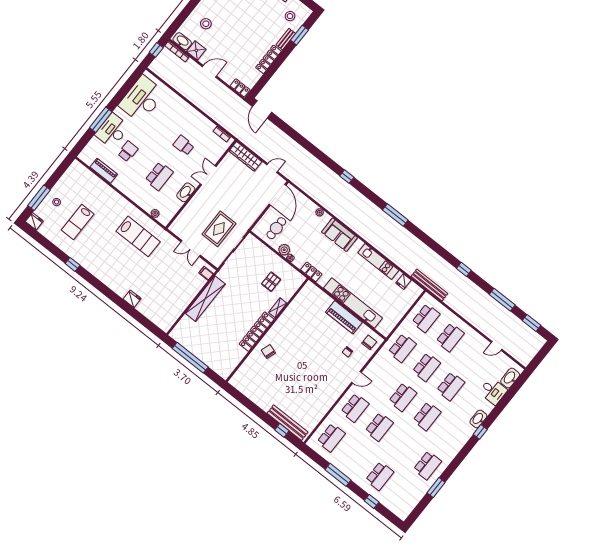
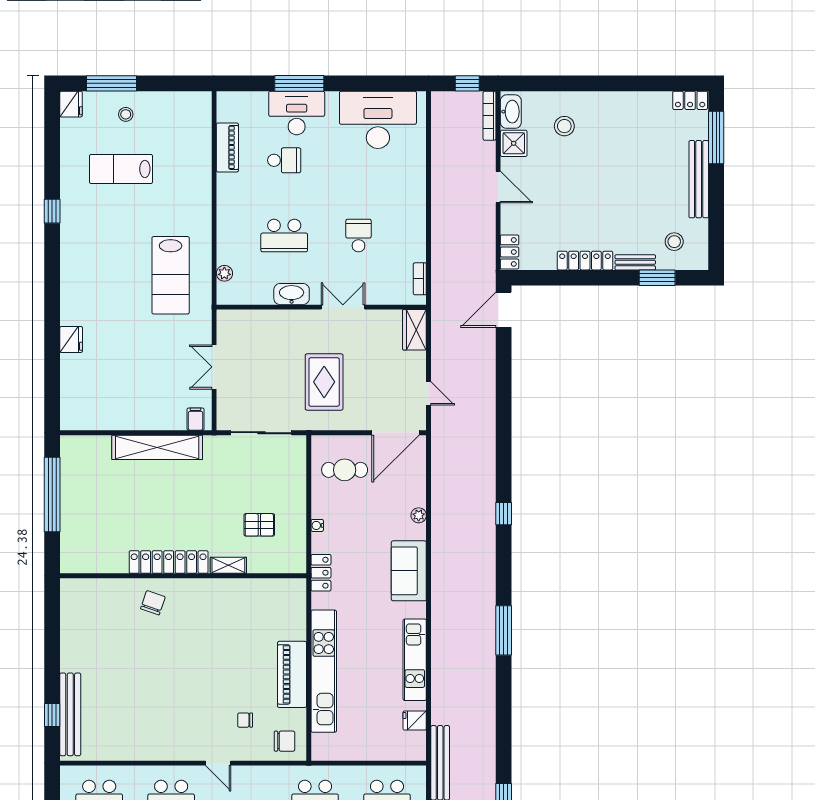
wardrobe: (245, 156) -> (414, 330), width x0.67
rug: (219, 229) -> (324, 382), moved, turned 90
plant: (284, 250) -> (322, 507), removed

